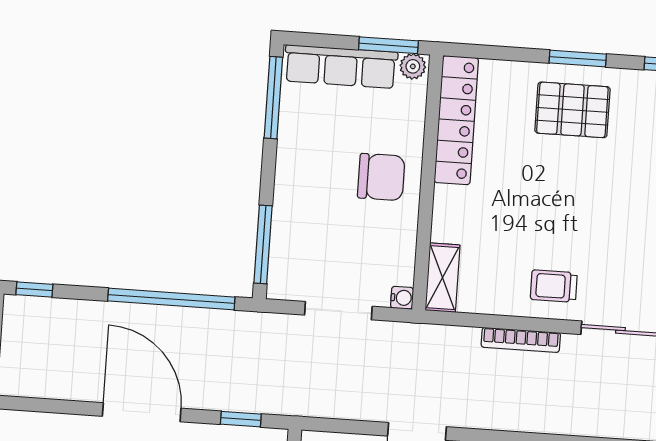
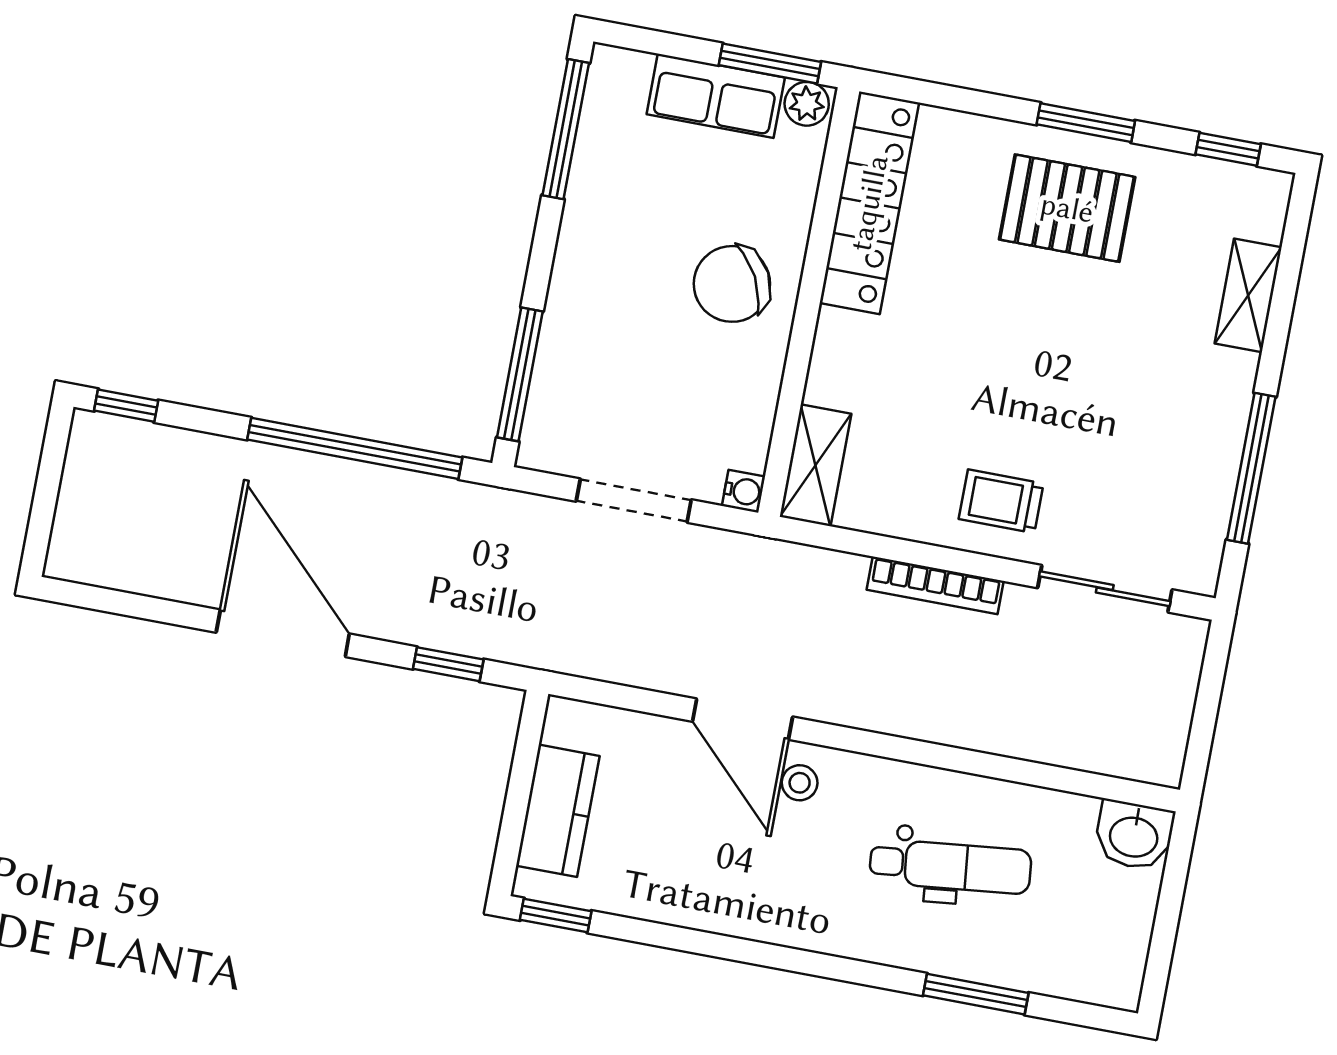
row of seats: (341, 67) -> (716, 96), width x0.68
chair: (381, 177) -> (732, 284), turned 152

